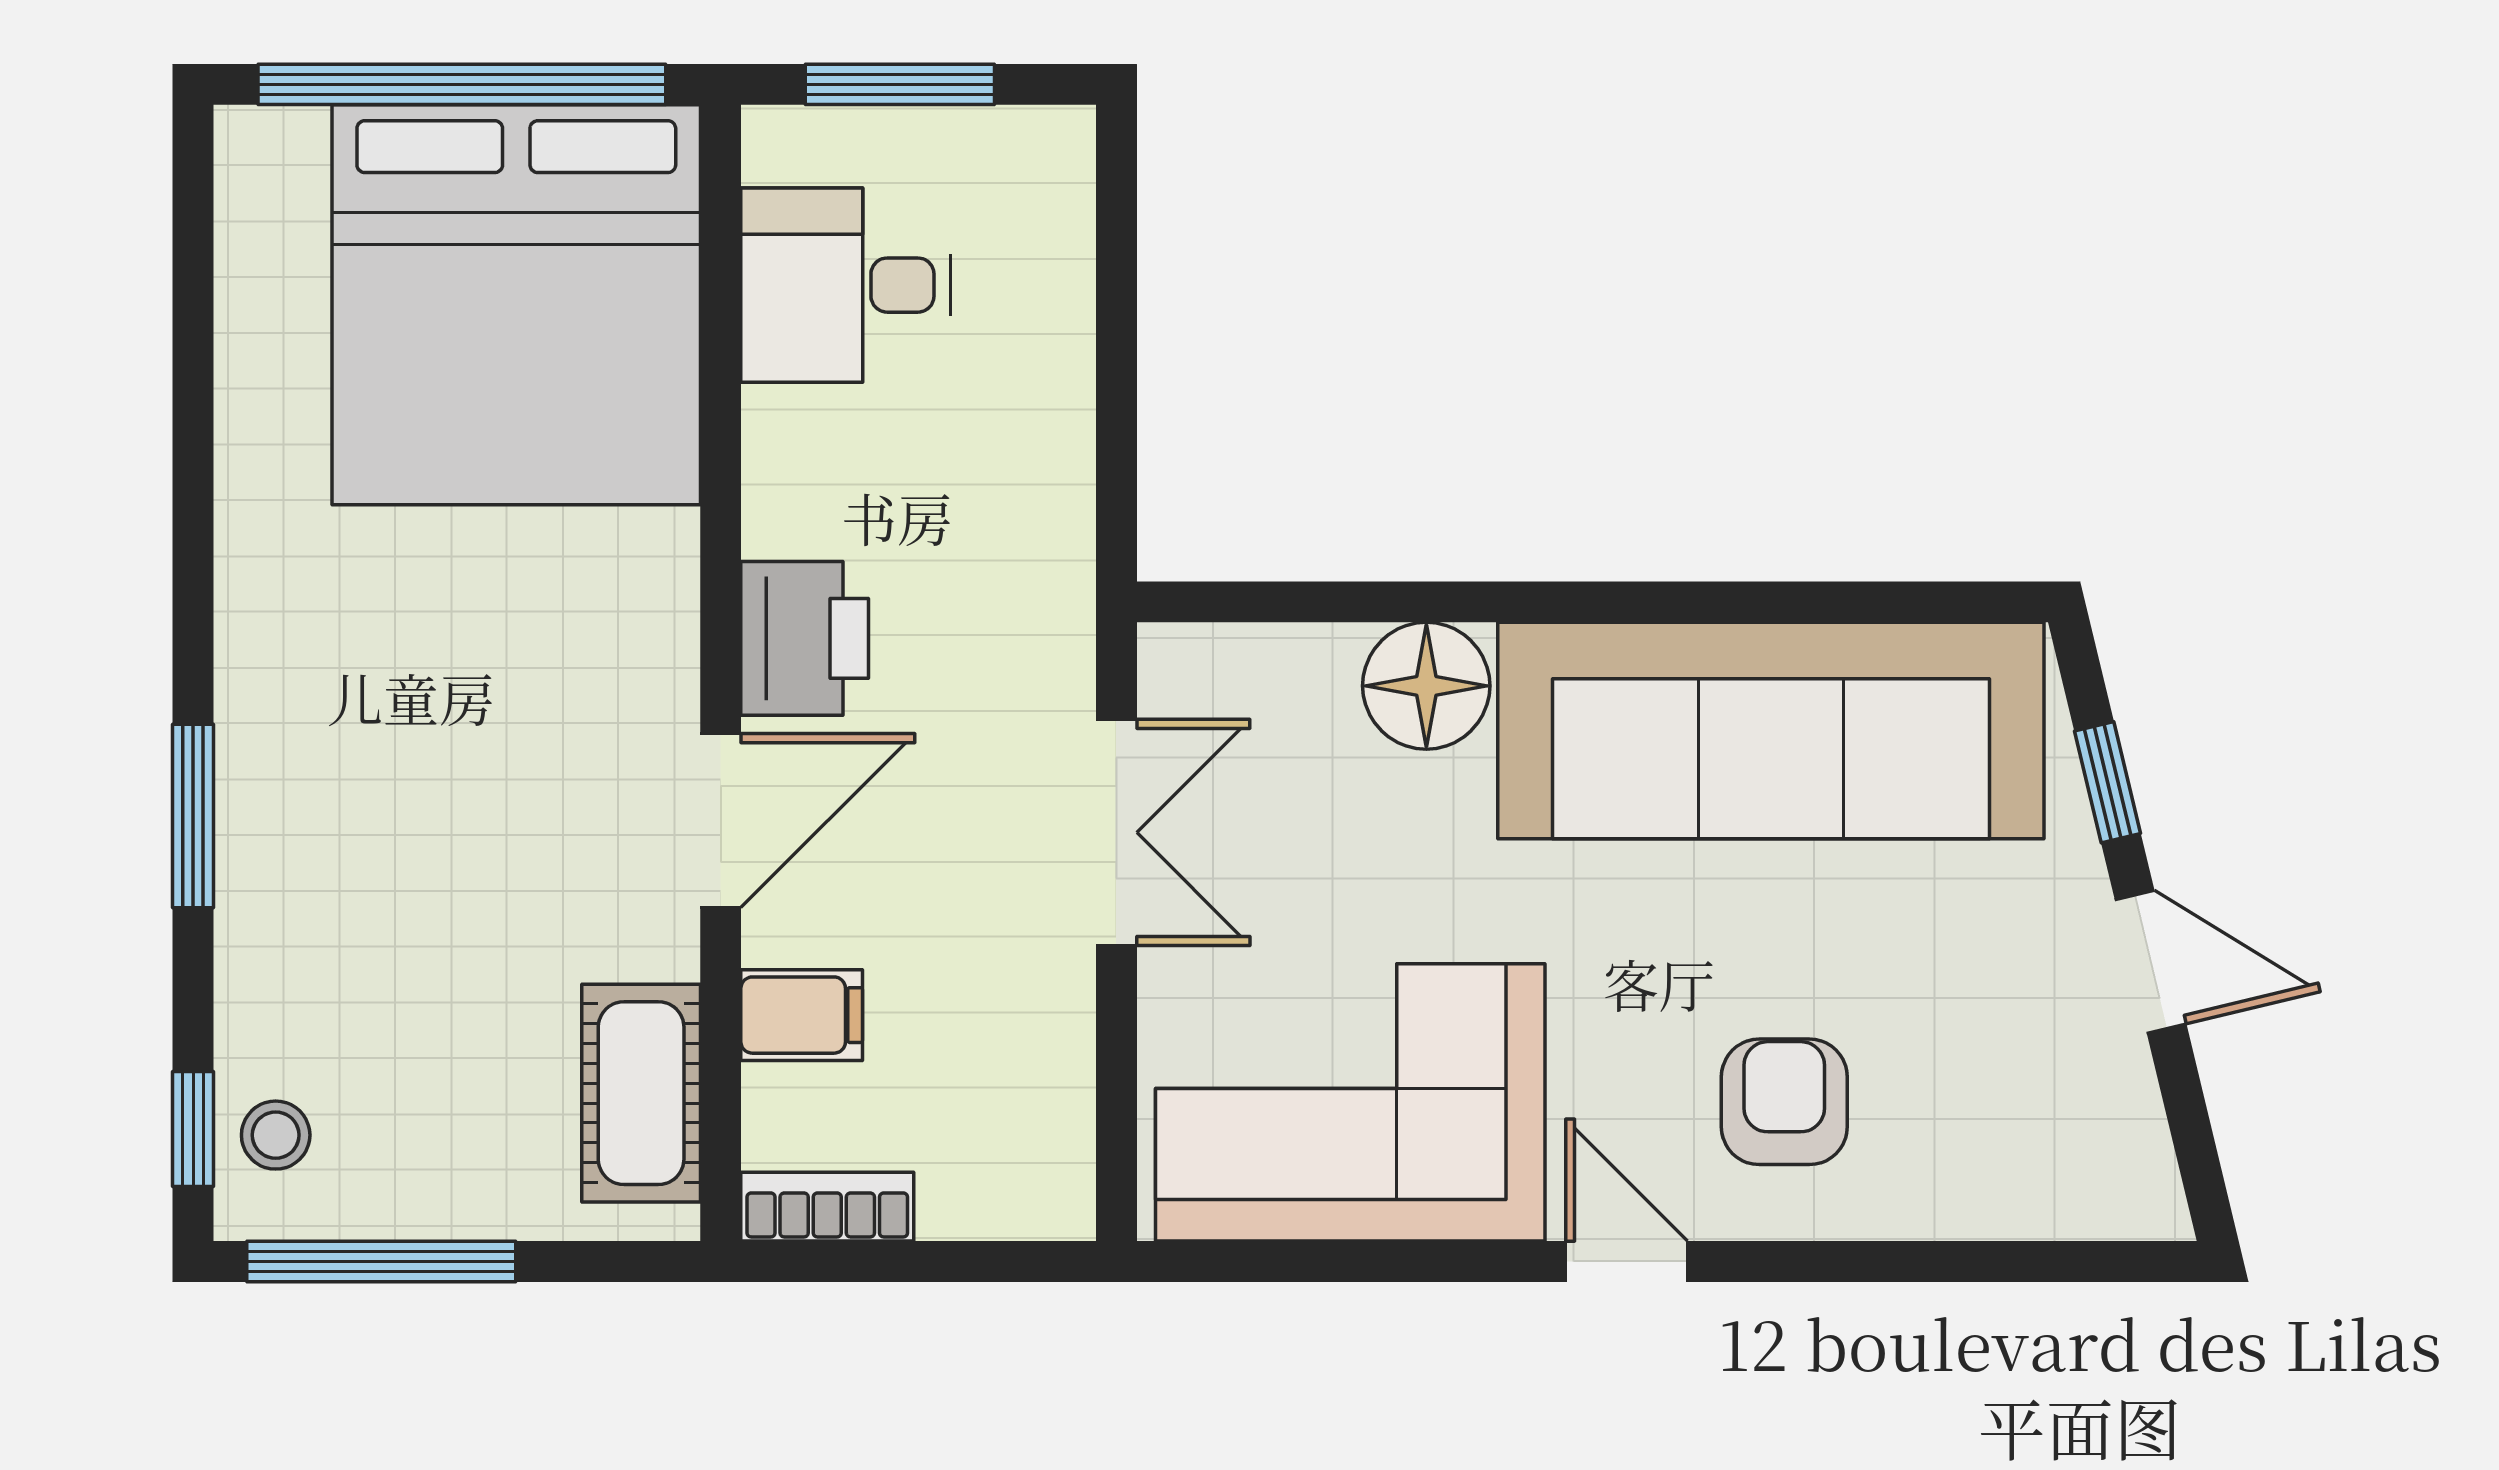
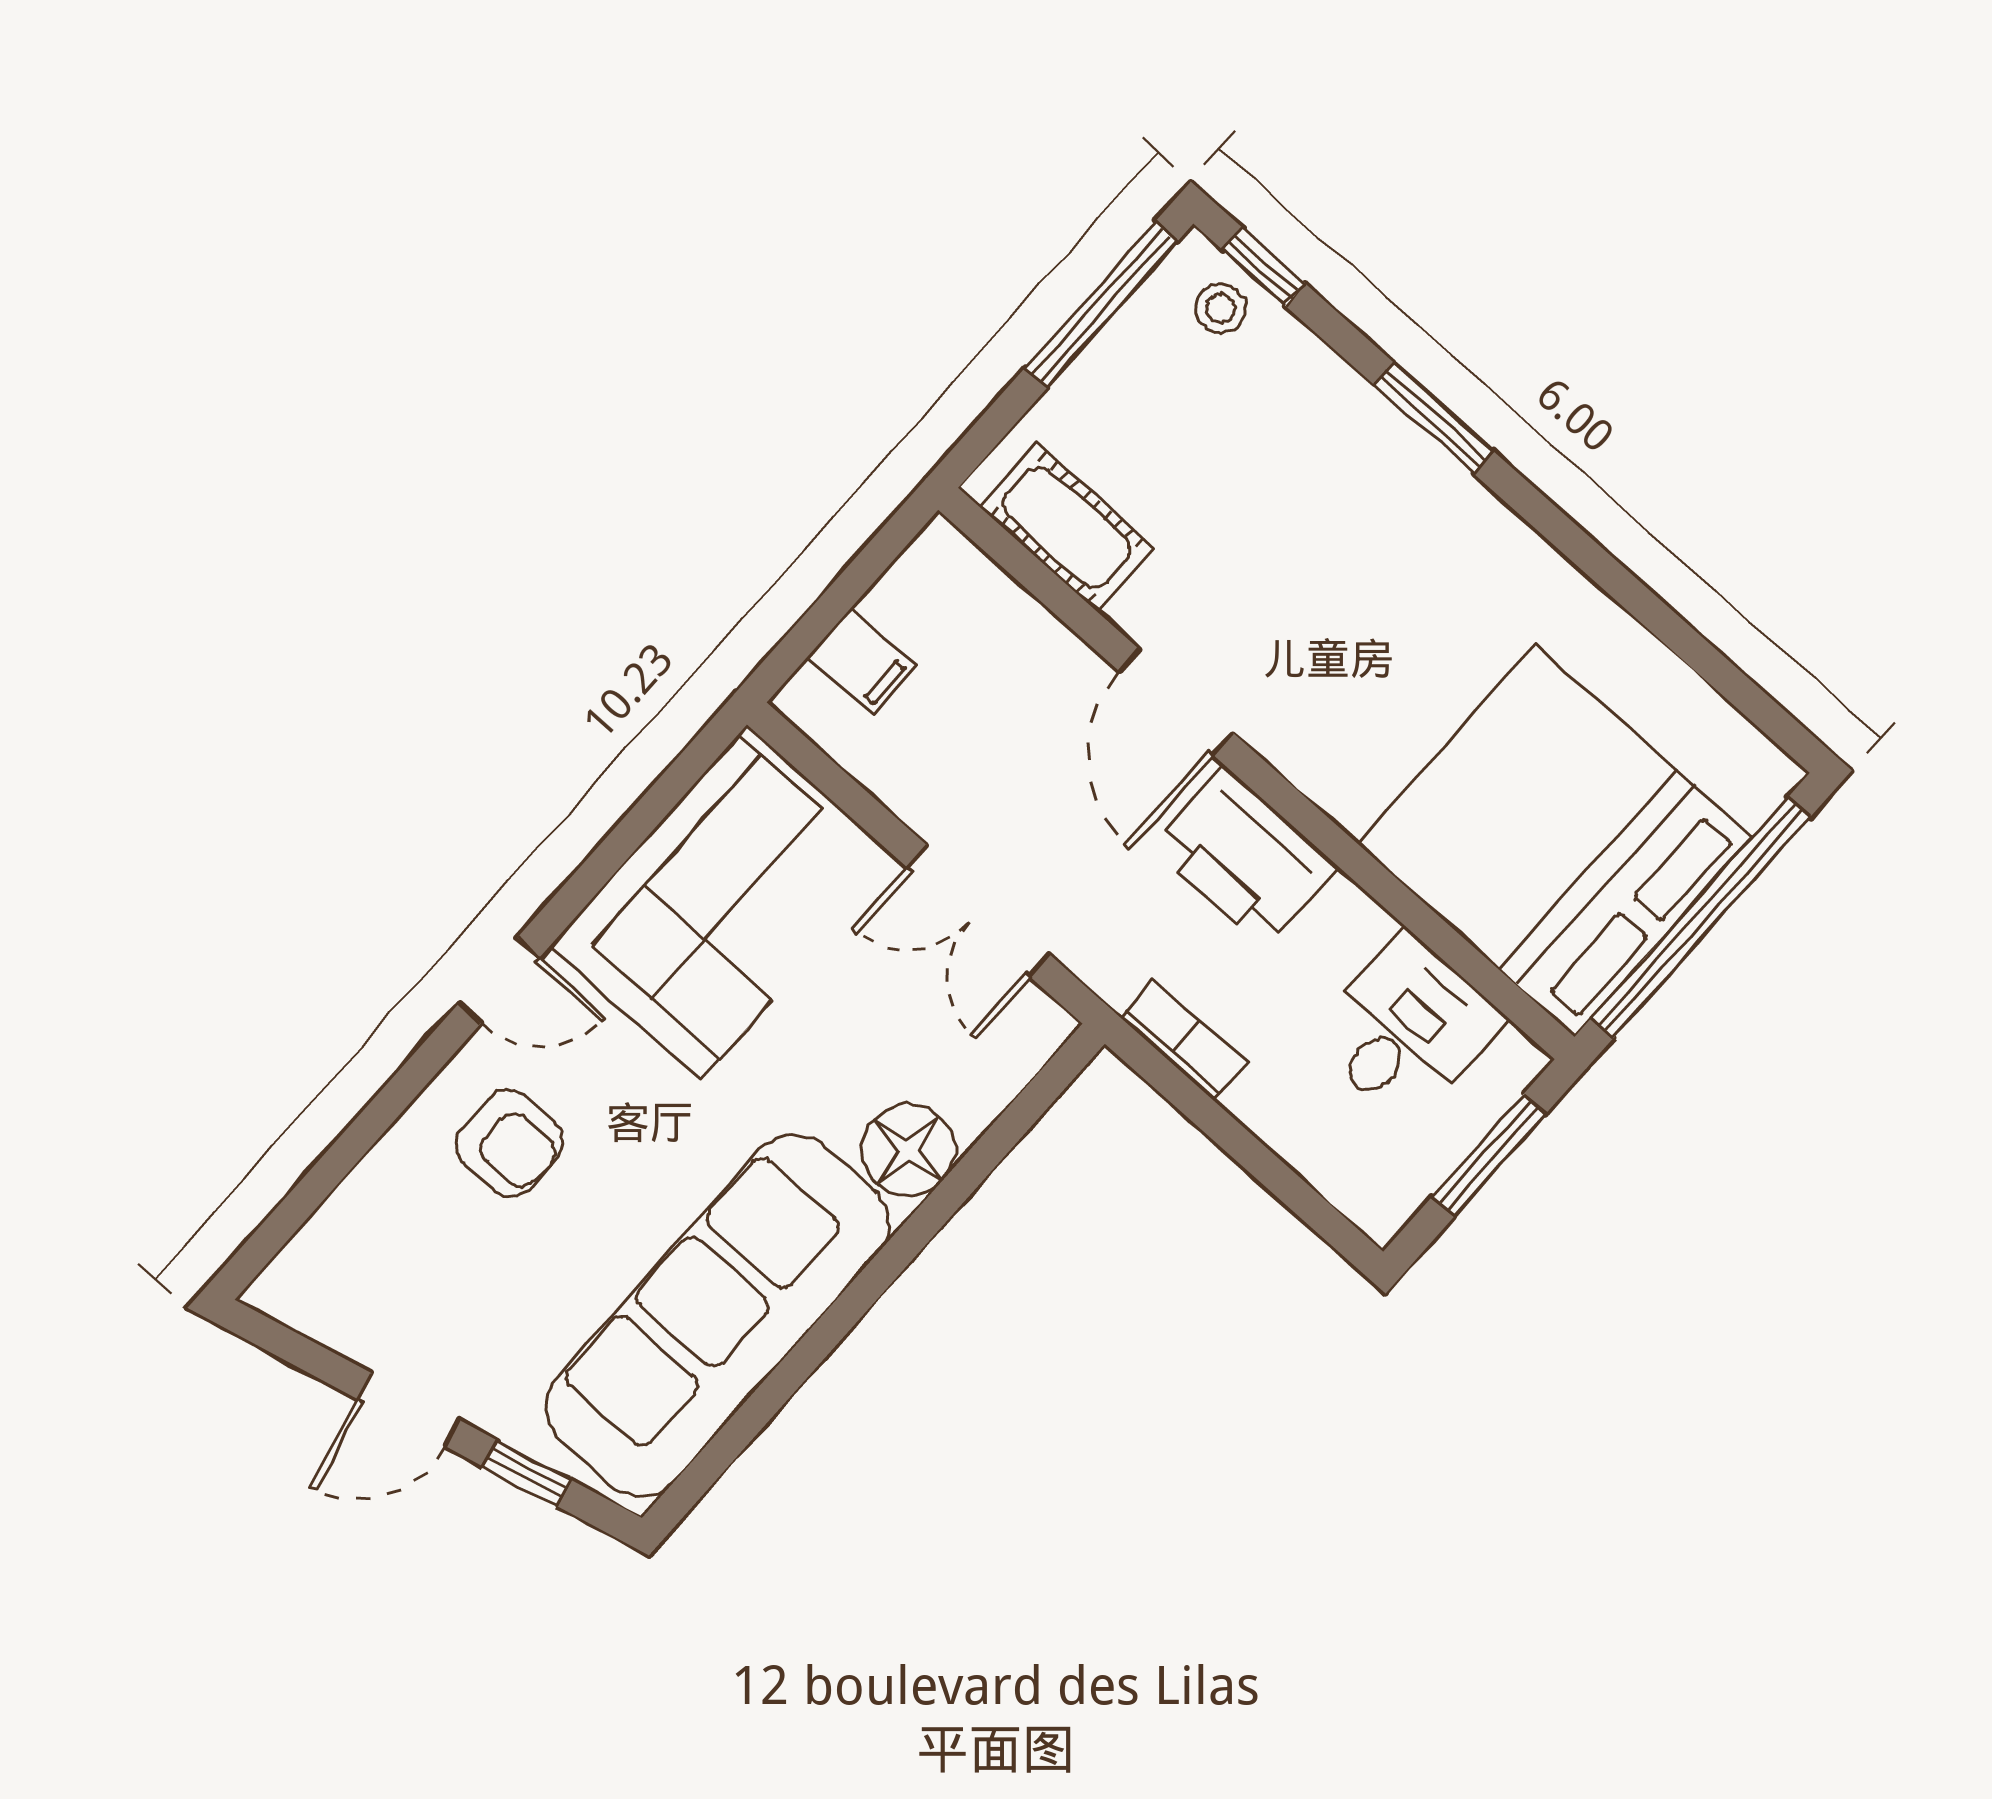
printer: (805, 638) -> (1244, 856), width x1.37, depth x1.19
filing cabinet: (802, 1015) -> (862, 662), moved, turned -90
bookcase: (827, 1207) -> (1183, 1040), moved, turned -90

